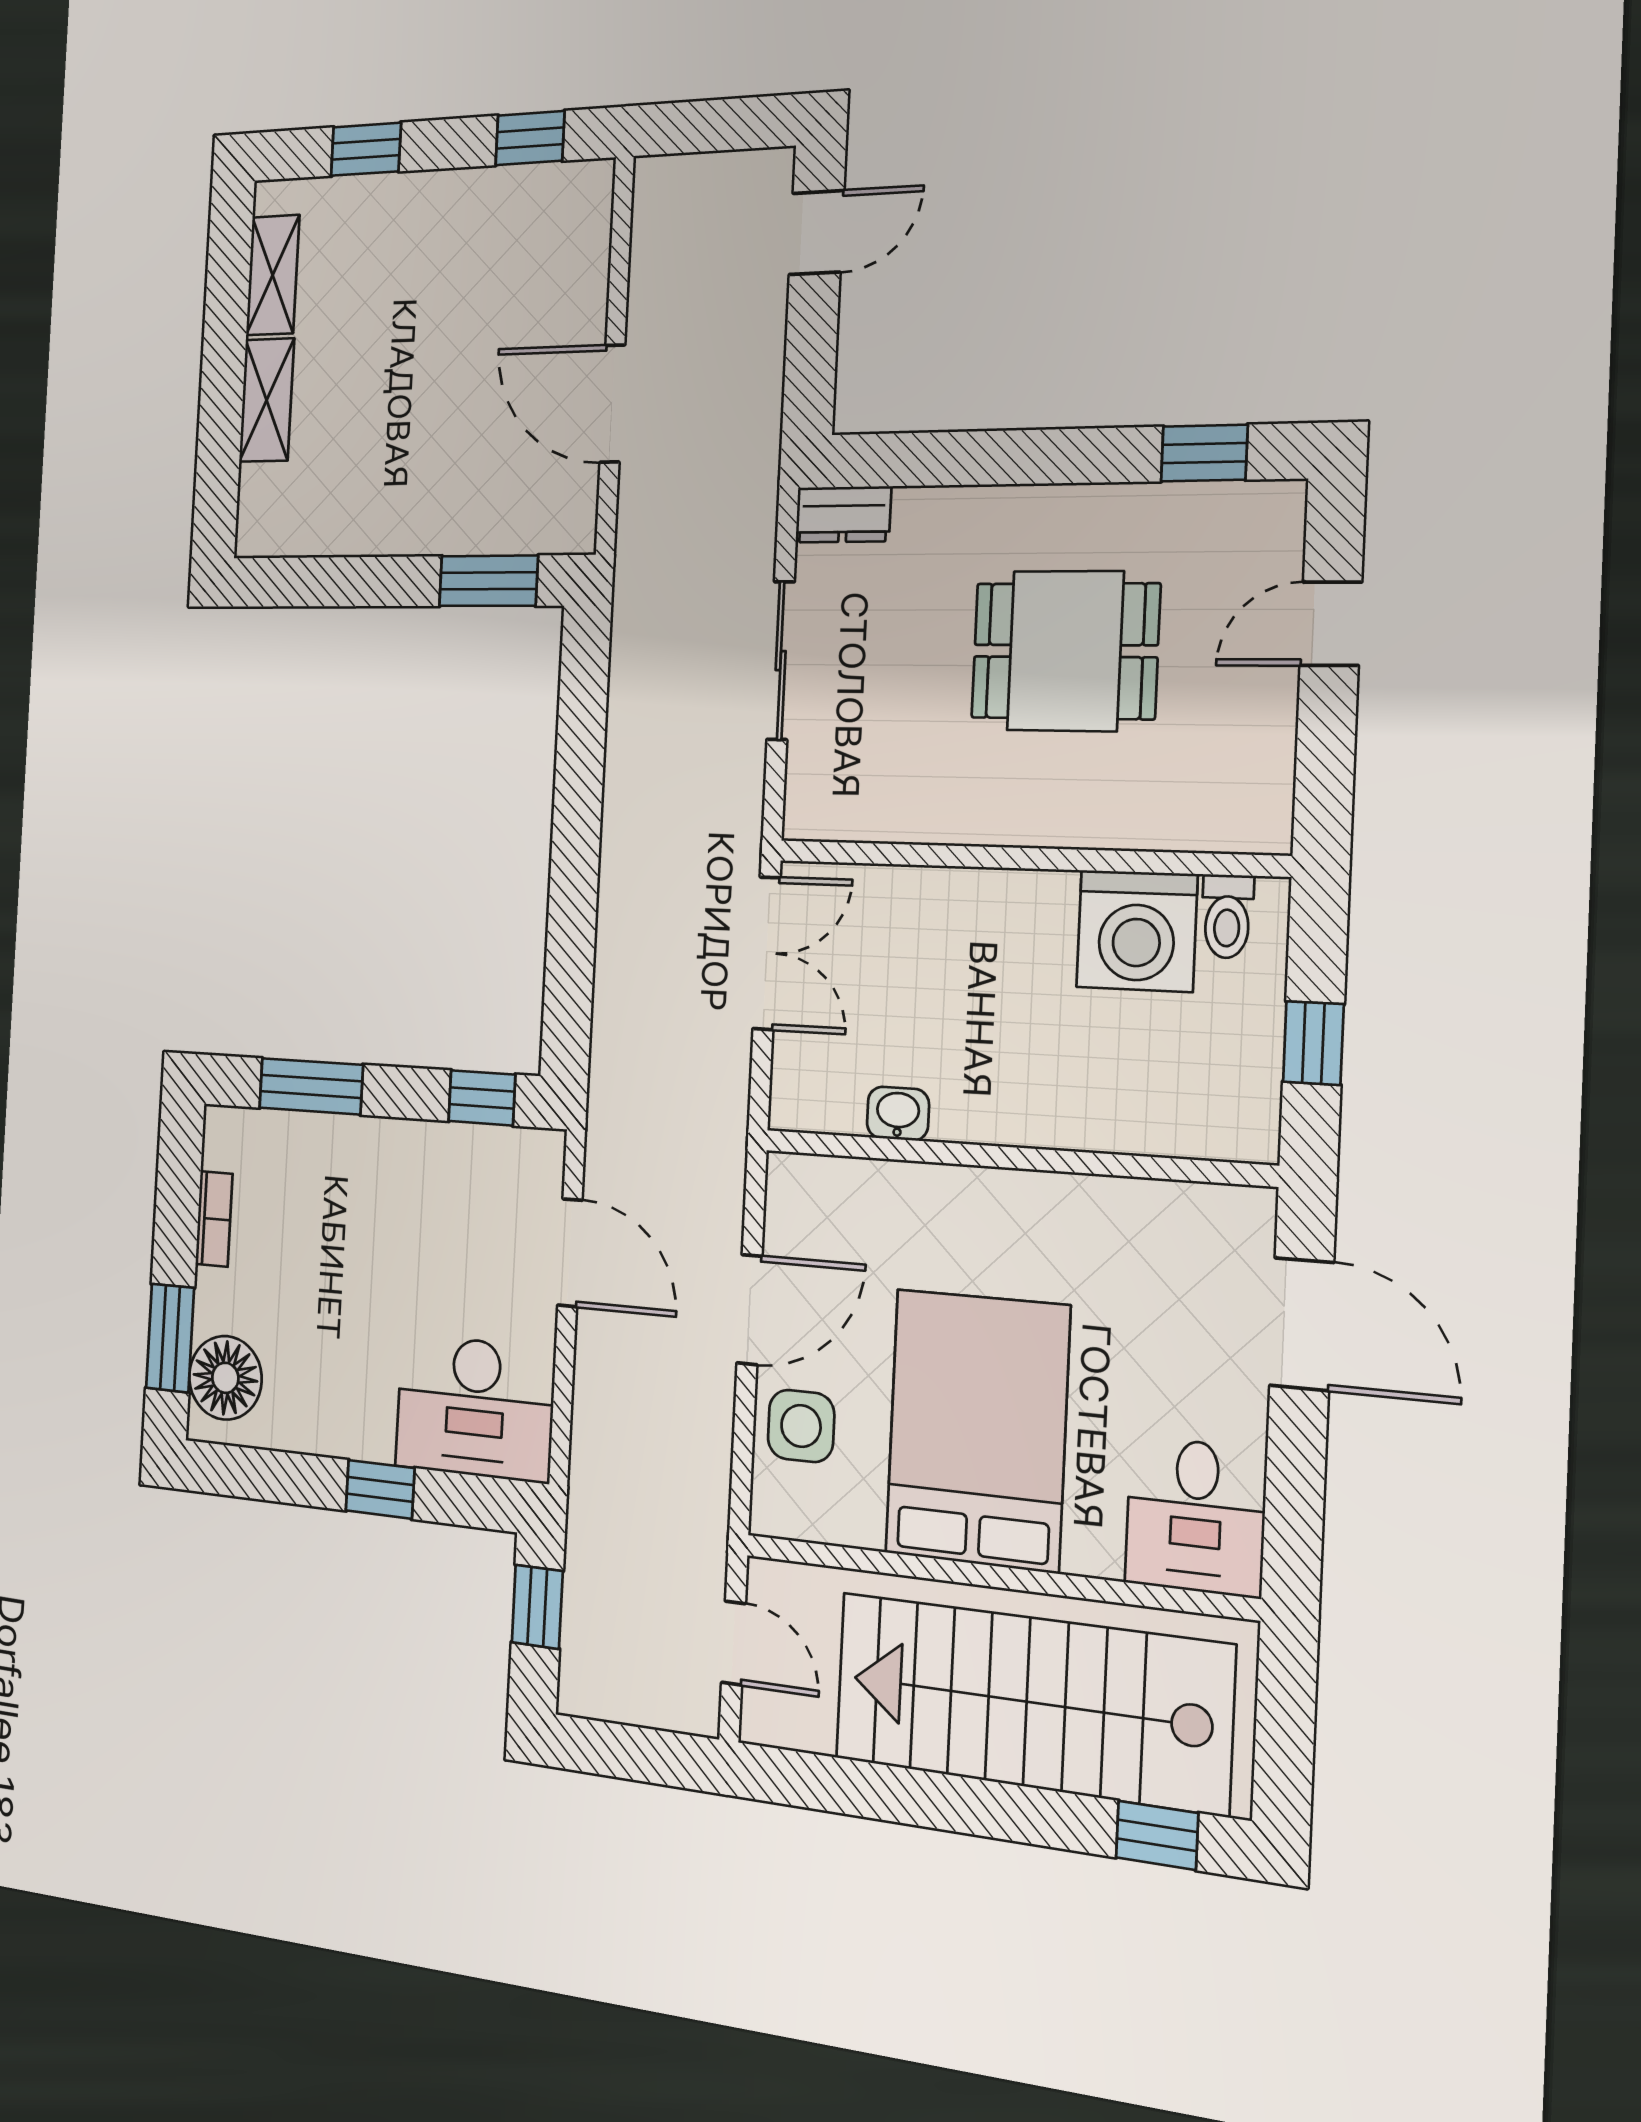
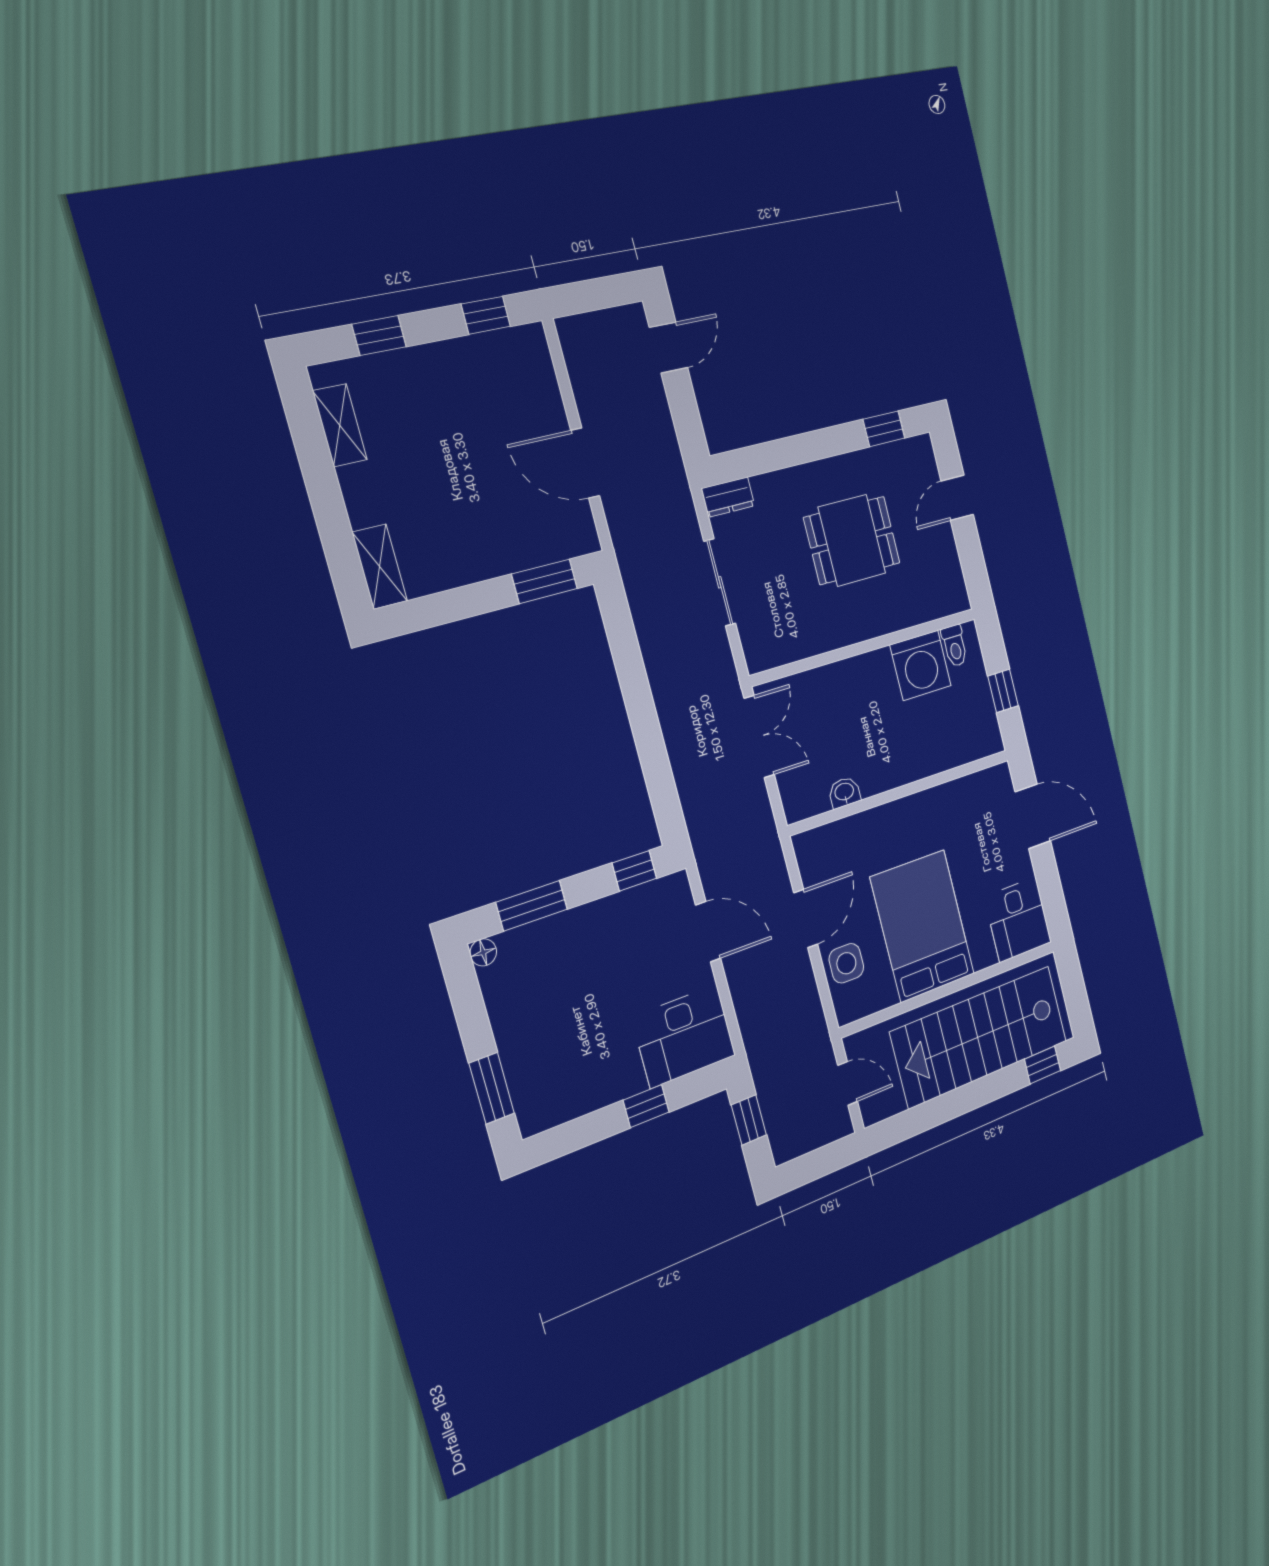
shelving: (267, 400) -> (380, 567), moved
bookcase: (214, 1219) -> (496, 1007), removed
floor lamp: (225, 1378) -> (483, 952), moved, width x0.53, depth x0.53

